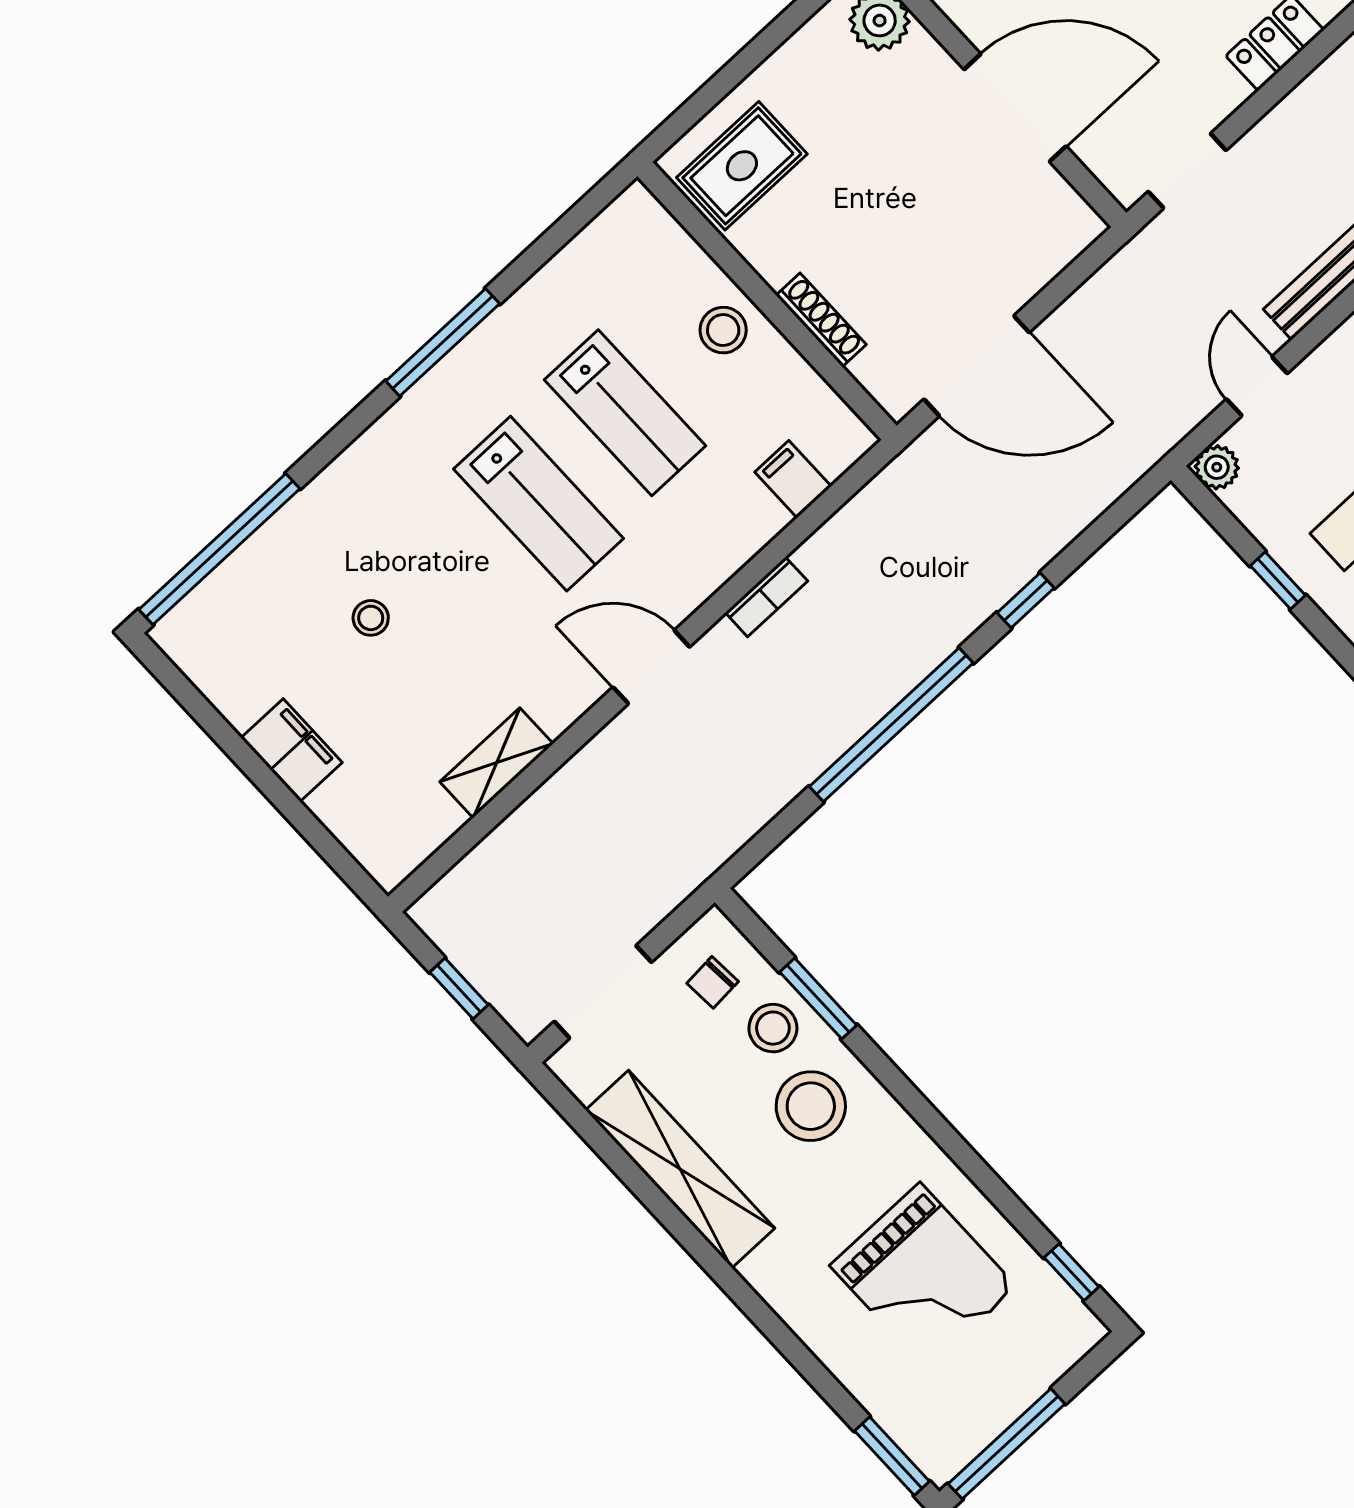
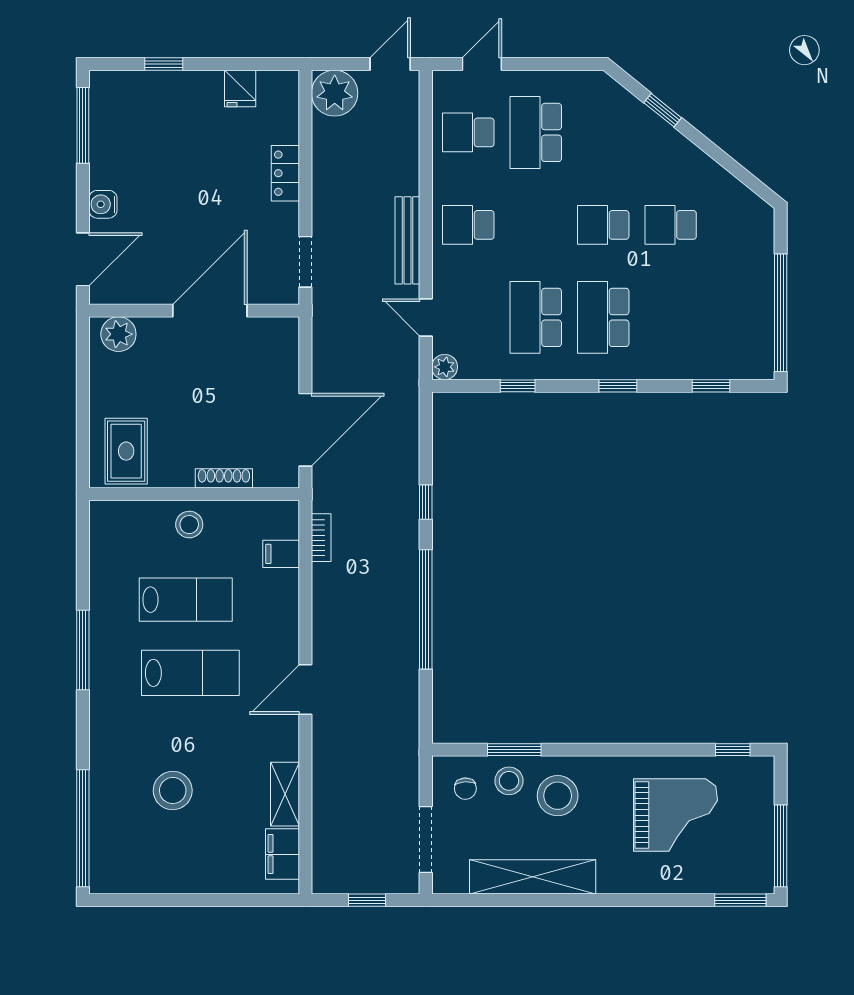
bookcase: (766, 597) -> (321, 538), moved
stool: (371, 618) -> (173, 791), width x1.89, depth x1.89
filing cabinet: (292, 750) -> (282, 854), moved, turned -90

